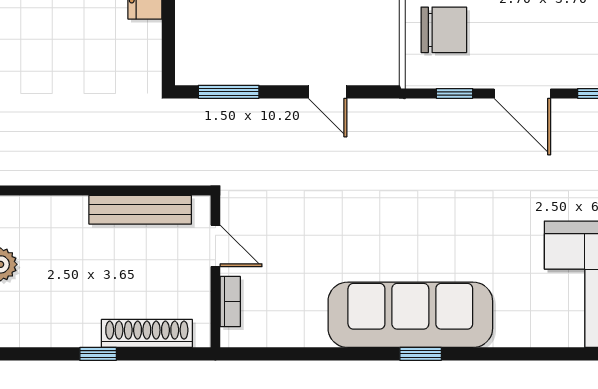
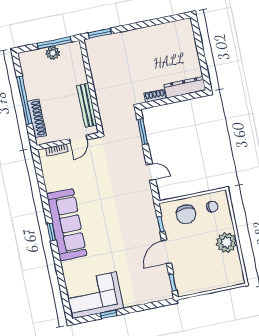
shoe rack: (150, 46) -> (155, 96), added
door: (328, 92) -> (151, 172), swing flipped
window: (98, 354) -> (24, 100), width x3.17

